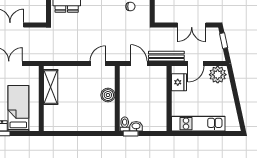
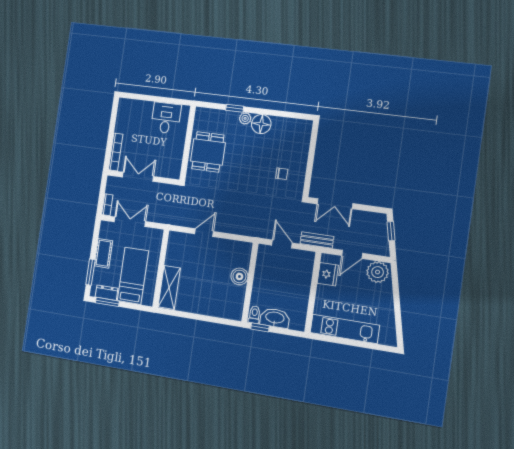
double door: (192, 25) -> (335, 204), moved
bench: (166, 56) -> (317, 240), width x0.73
door: (98, 64) -> (204, 233), moved
shelving: (51, 87) -> (169, 287), moved
washbasin: (136, 126) -> (275, 318), width x1.91, depth x1.45

